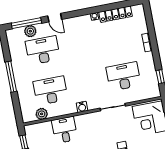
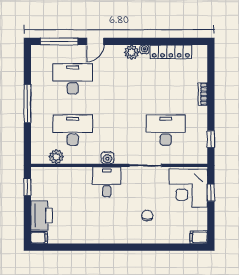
door: (55, 18) -> (95, 41), hinge flipped
plant: (30, 31) -> (132, 52), moved
desk: (65, 130) -> (107, 182), moved

